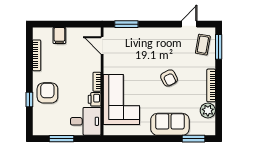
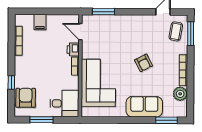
armchair: (47, 93) -> (26, 98), moved
printer: (95, 99) -> (73, 49), moved

